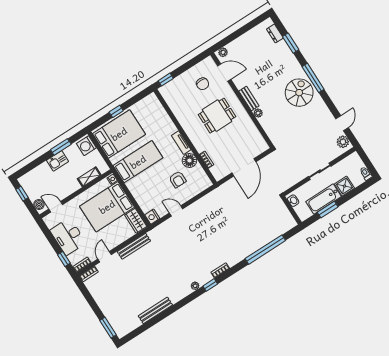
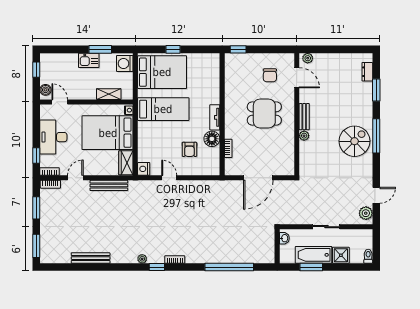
window: (90, 299) -> (36, 208), added

